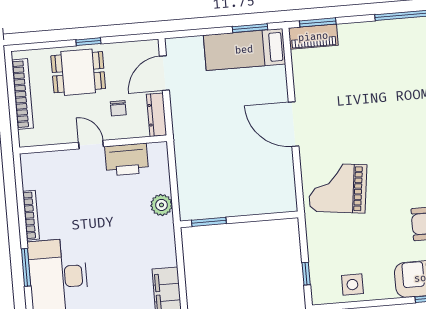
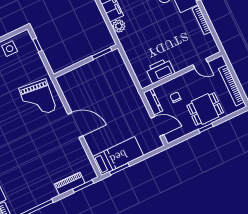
piano: (313, 37) -> (70, 184), moved
door: (164, 73) -> (157, 126), hinge flipped
door: (91, 145) -> (200, 63), moved
grand piano: (338, 188) -> (38, 99), turned 89
plant: (161, 205) -> (119, 26), moved

